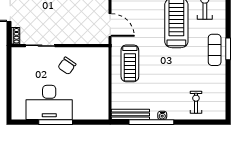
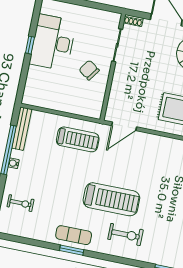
treadmill: (130, 63) -> (78, 139), turned 180
window: (56, 122) -> (30, 45), width x0.46

